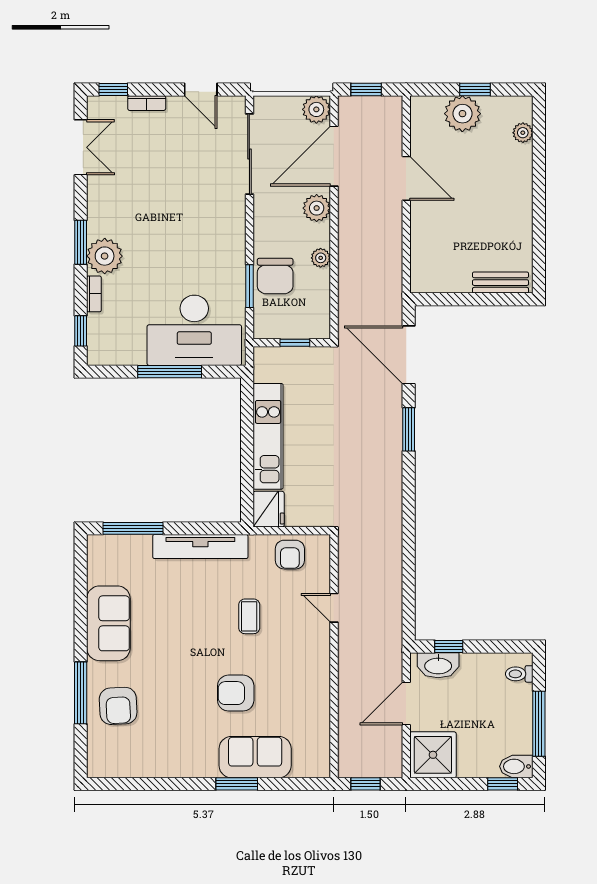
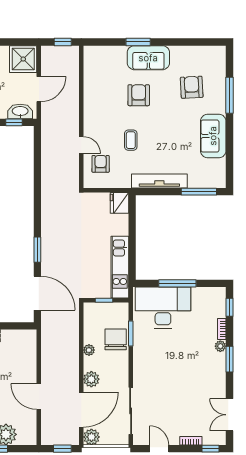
plant: (105, 256) -> (220, 346), width x0.53, depth x0.53
kitchen unit: (268, 436) -> (120, 267), moved
armchair: (290, 555) -> (101, 164), moved
armchair: (236, 693) -> (139, 95), turned -90
armchair: (118, 706) -> (192, 87), moved
sofa: (255, 757) -> (148, 58), moved

